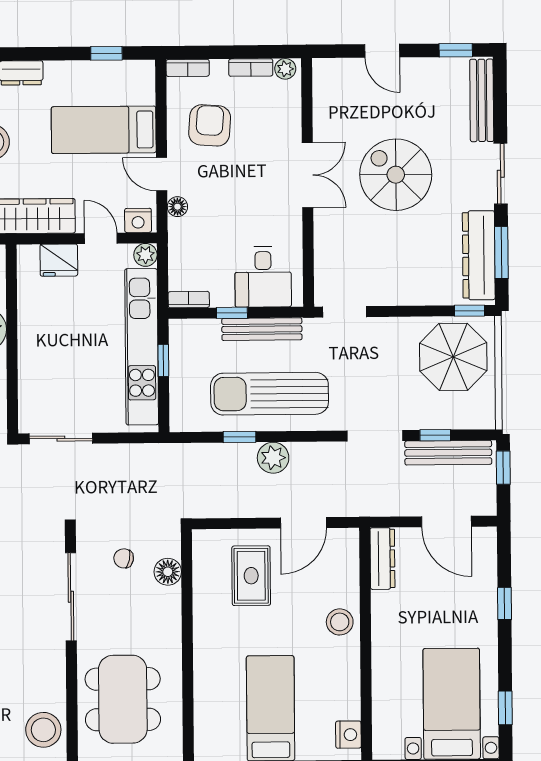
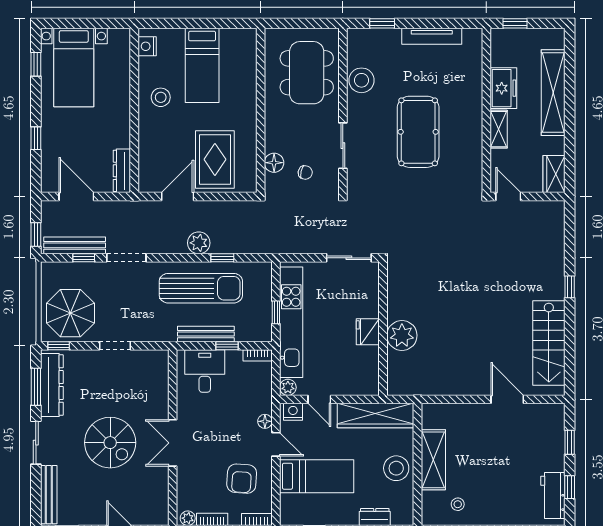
fridge: (59, 260) -> (368, 332), moved, turned -90
doorway: (345, 312) -> (115, 346), moved
rug: (251, 576) -> (215, 159), width x1.36, depth x1.43
sliding door: (71, 597) -> (343, 146), width x0.73
stool: (340, 622) -> (161, 97), moved
stool: (43, 730) -> (361, 80), moved

